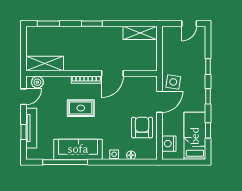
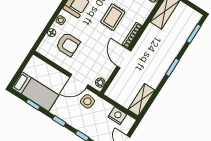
plant: (148, 81) -> (100, 83), added
door: (159, 102) -> (79, 81), hinge flipped
armchair: (142, 127) -> (68, 44), moved
nightstand: (169, 144) -> (117, 116), moved

